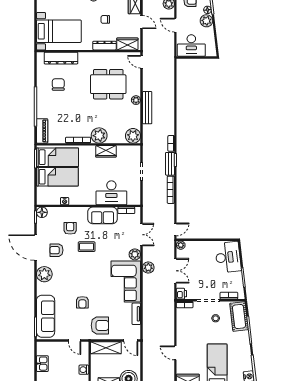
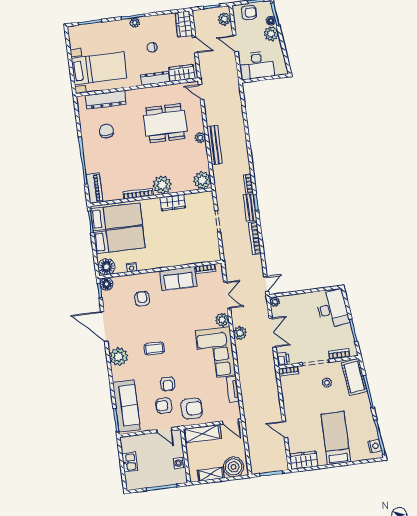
desk: (111, 193) -> (185, 251), removed
floor lamp: (44, 198) -> (106, 267), added
coffee table: (87, 247) -> (154, 348), moved
armchair: (56, 250) -> (164, 406), moved

